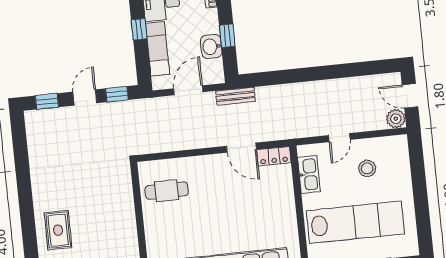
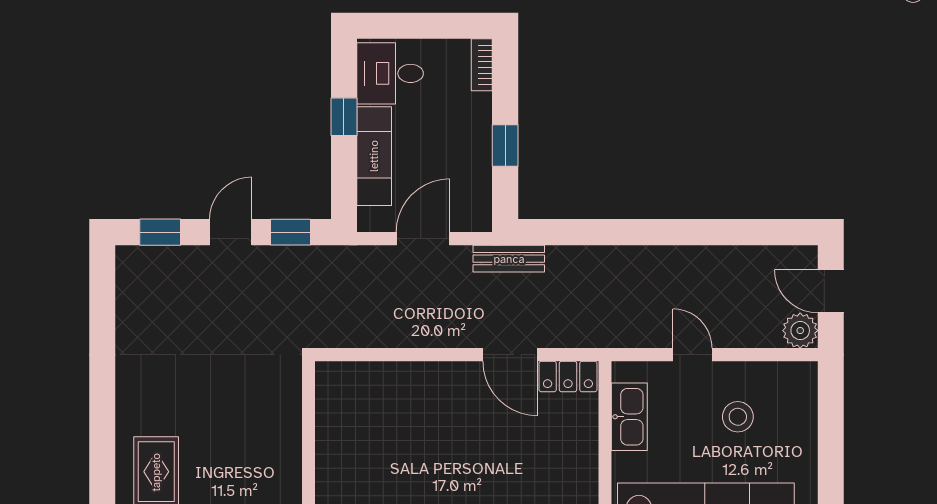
washbasin: (211, 47) -> (474, 162), removed
door: (339, 138) -> (692, 355), swing flipped
cafe table: (167, 191) -> (364, 419), removed

